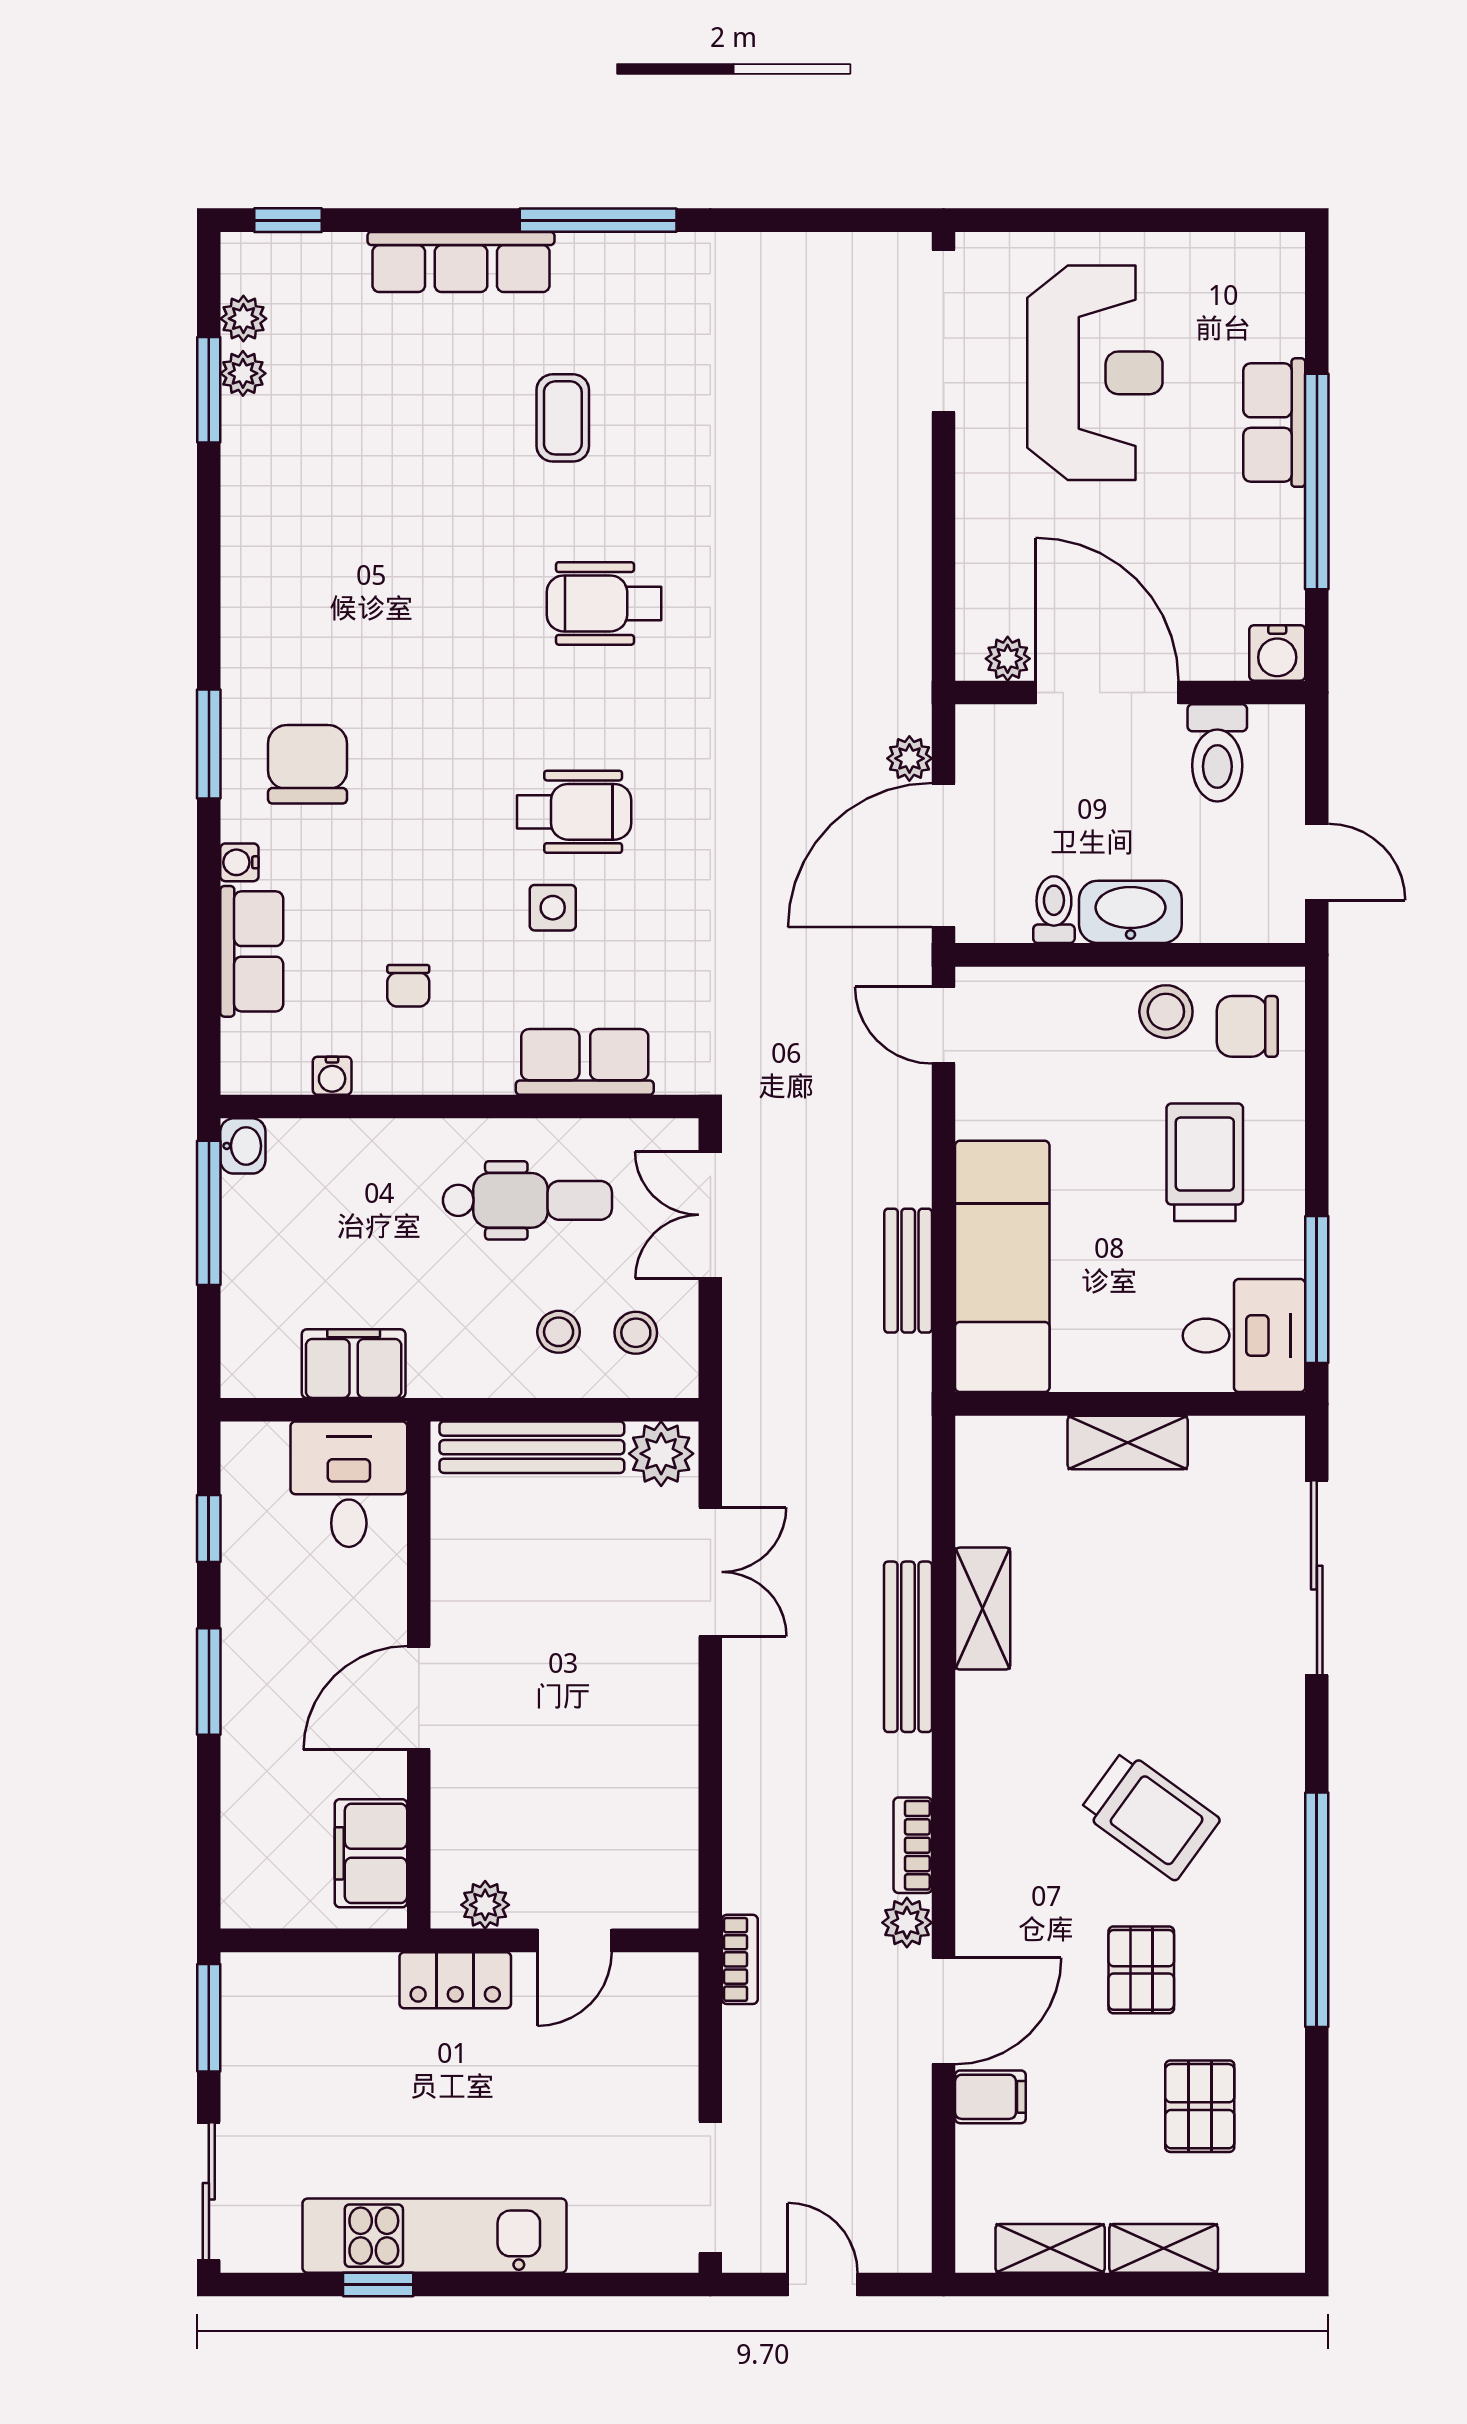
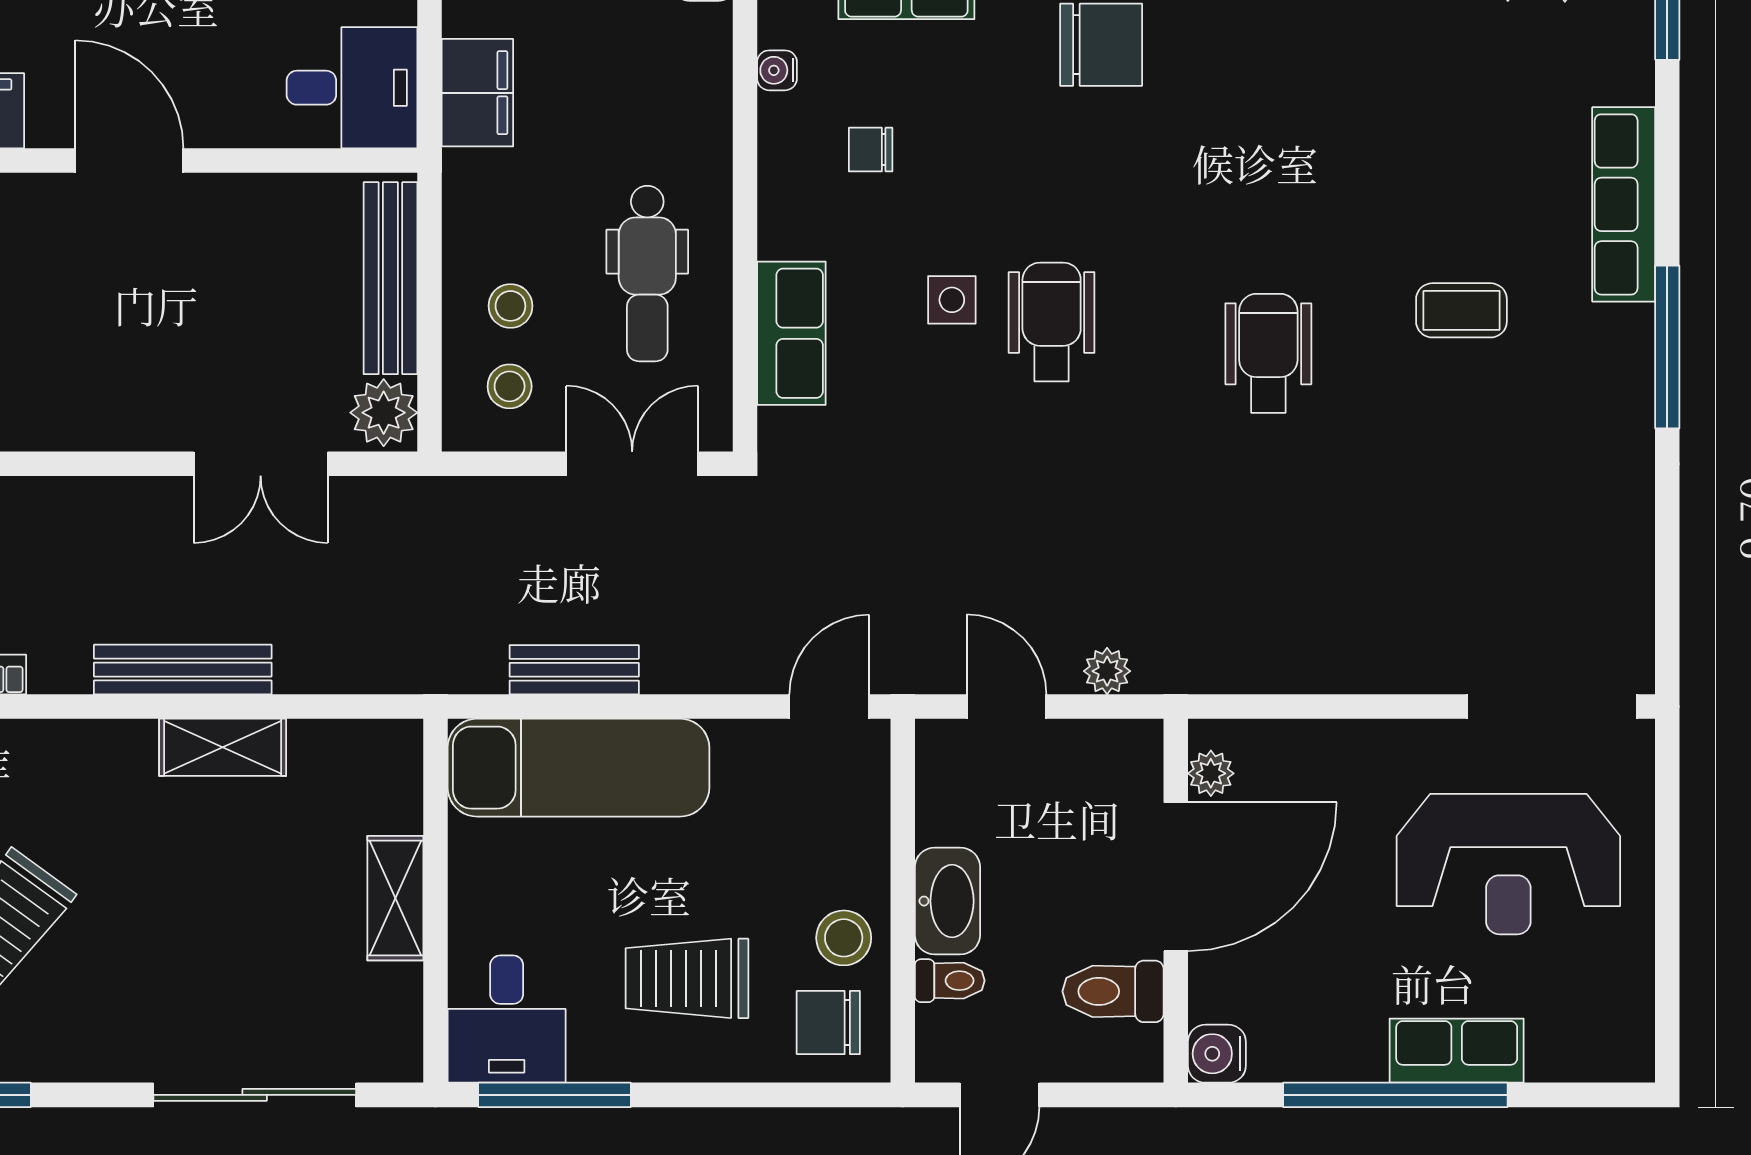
wheelchair: (574, 812) -> (1052, 322), turned 180
door: (944, 855) -> (1006, 707), width x0.53
toilet: (1054, 910) -> (950, 981), moved
chair: (1247, 1026) -> (828, 1023), turned -90
trolley: (1205, 1162) -> (687, 978), turned 180

